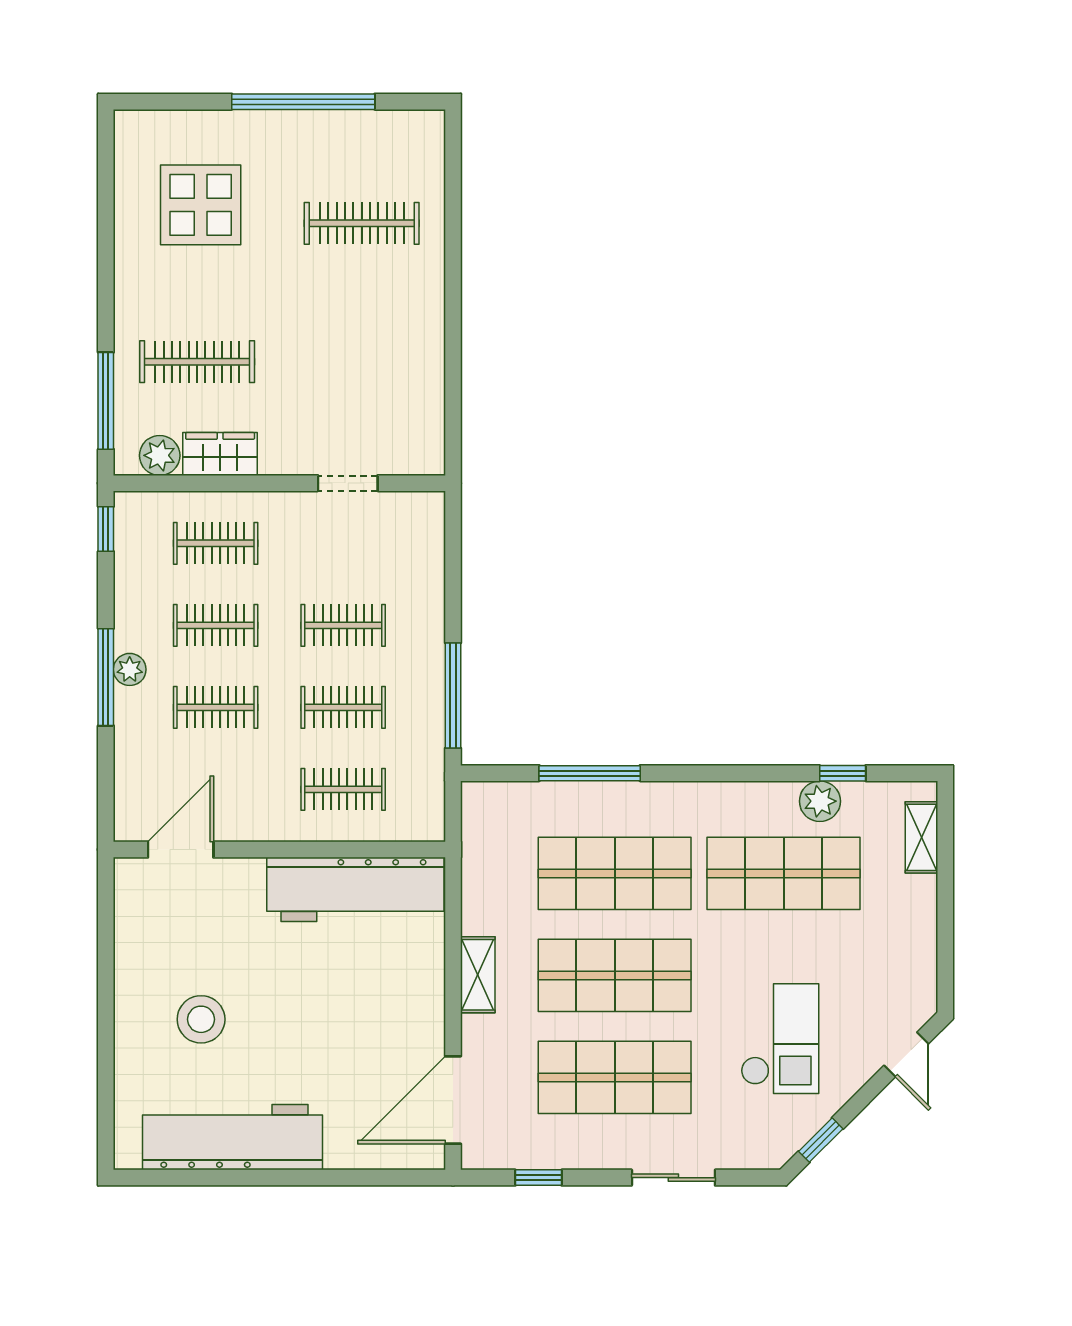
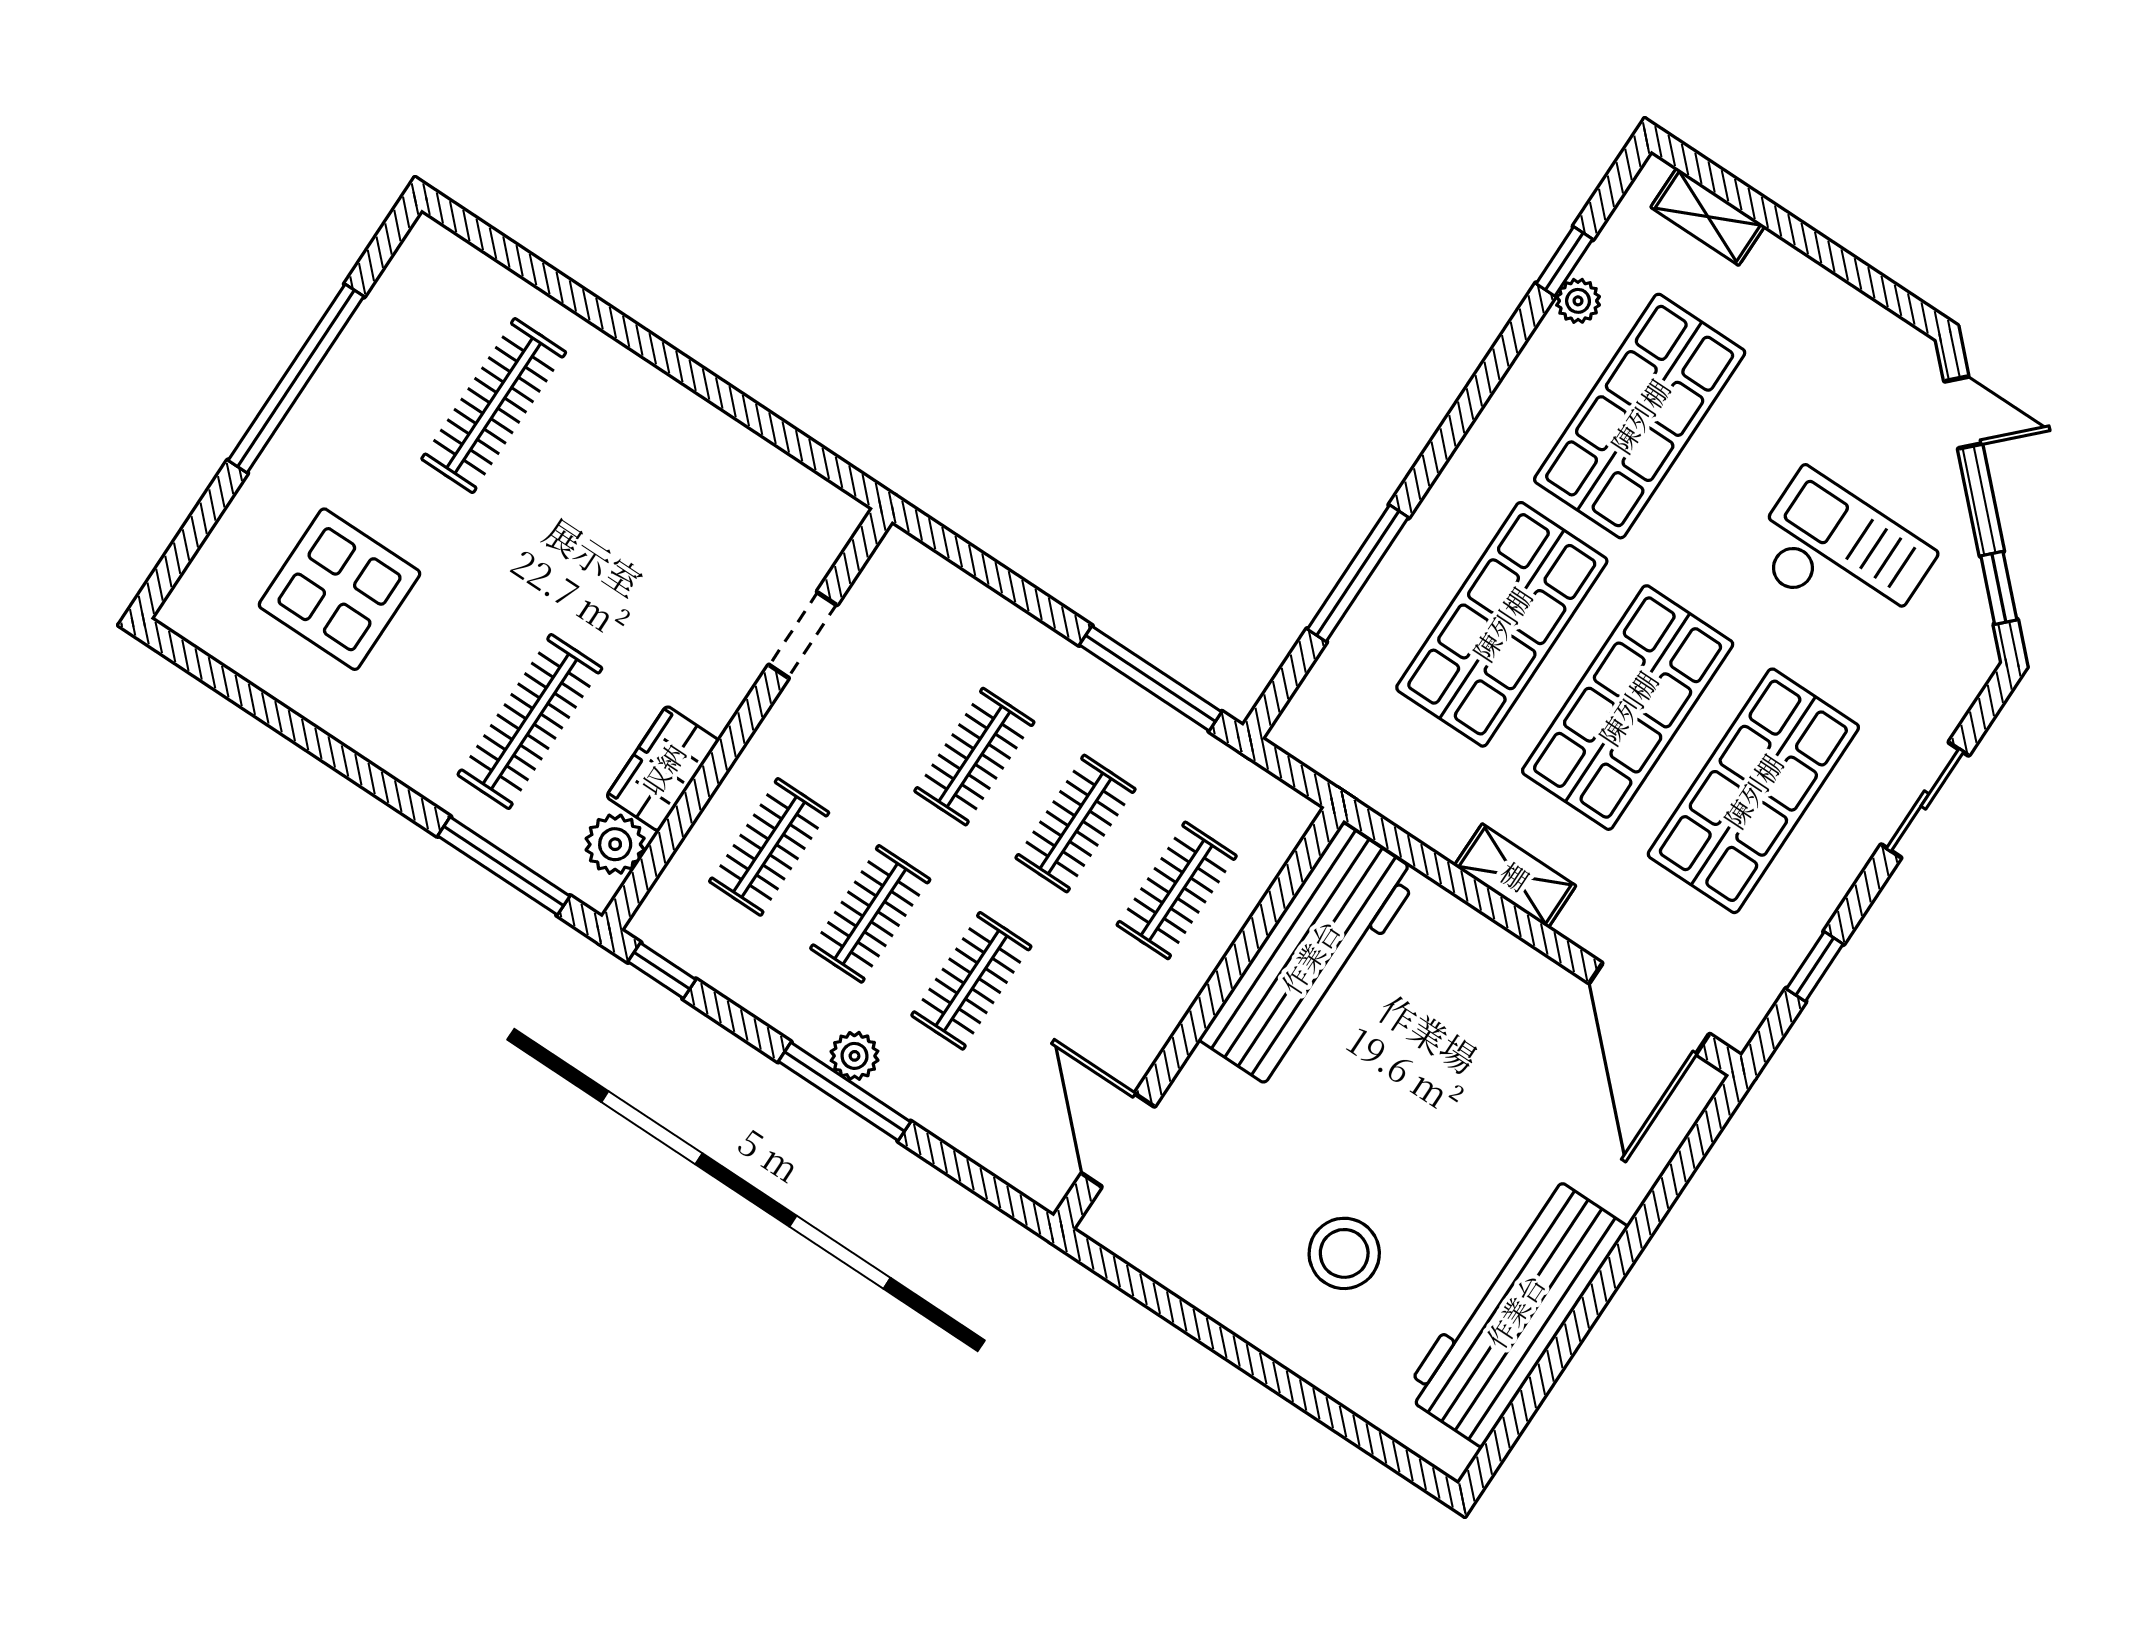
plant: (820, 801) -> (1578, 301), width x0.73, depth x0.73

